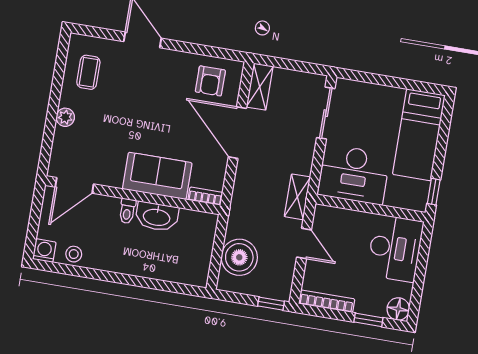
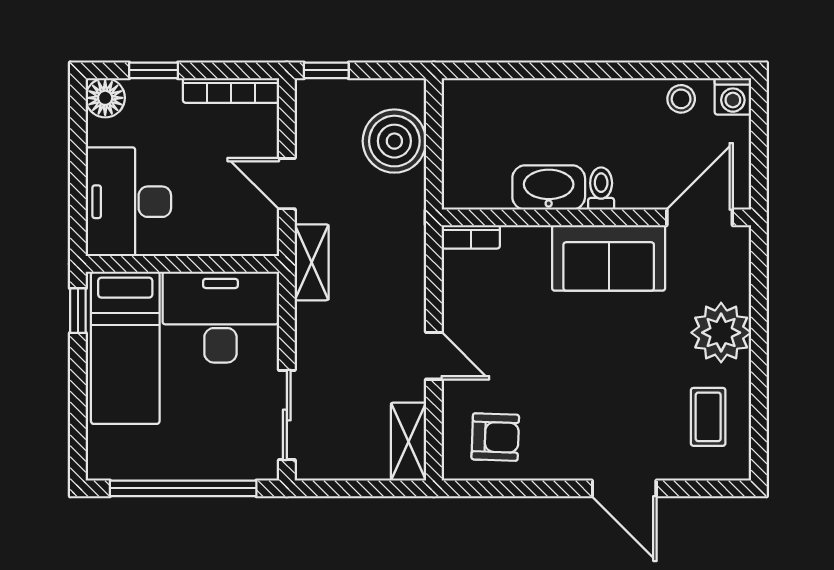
armchair: (210, 81) -> (495, 437), turned 92
window: (391, 82) -> (183, 488), added
plant: (65, 117) -> (721, 333), width x1.88, depth x1.88
door: (237, 133) -> (434, 356), width x0.53
bed: (419, 135) -> (125, 348), moved, turned 180
sofa: (157, 176) -> (609, 258), moved

